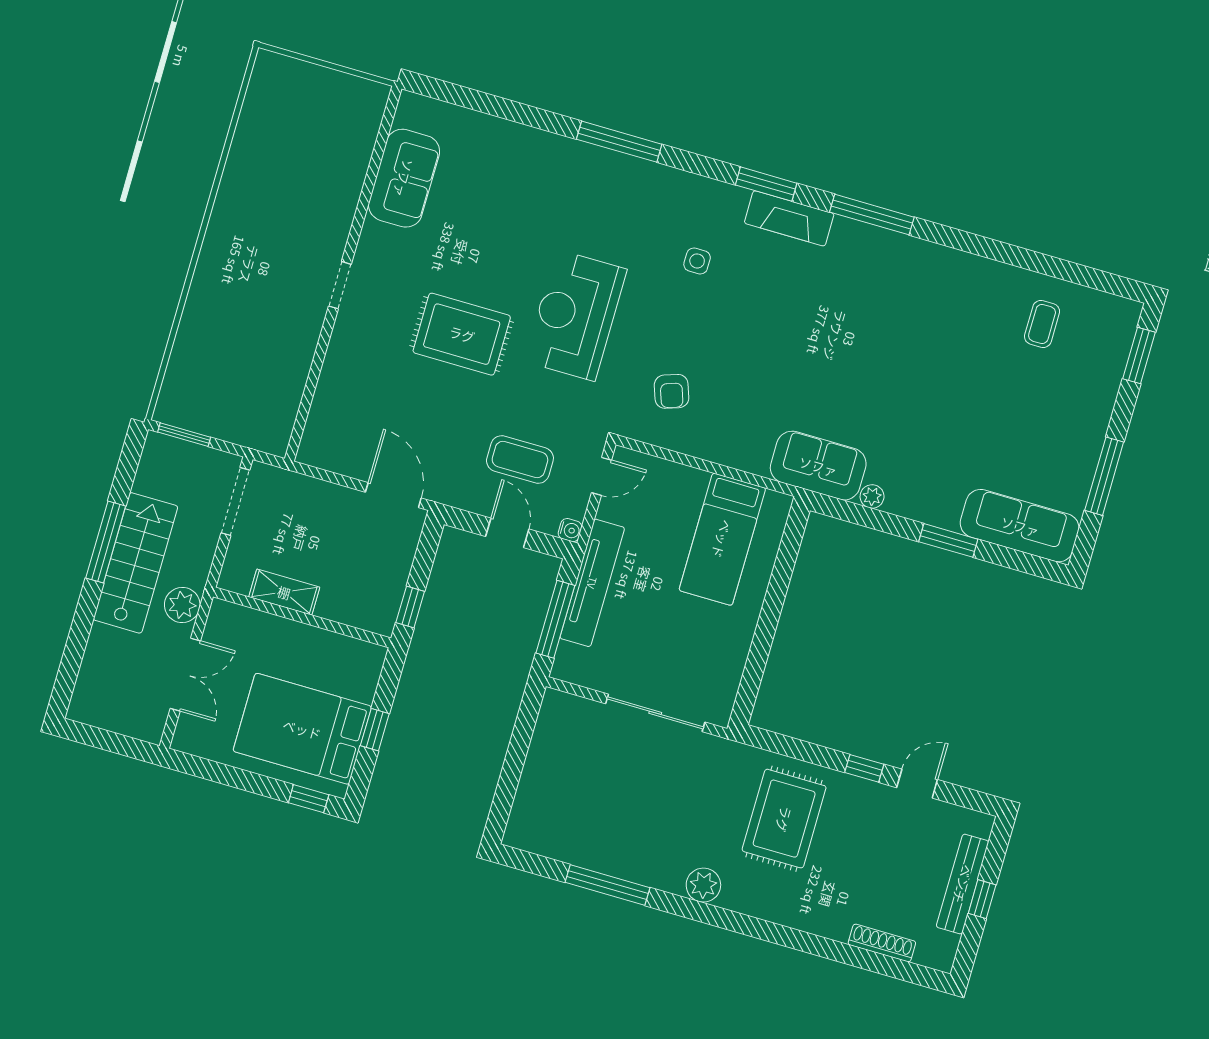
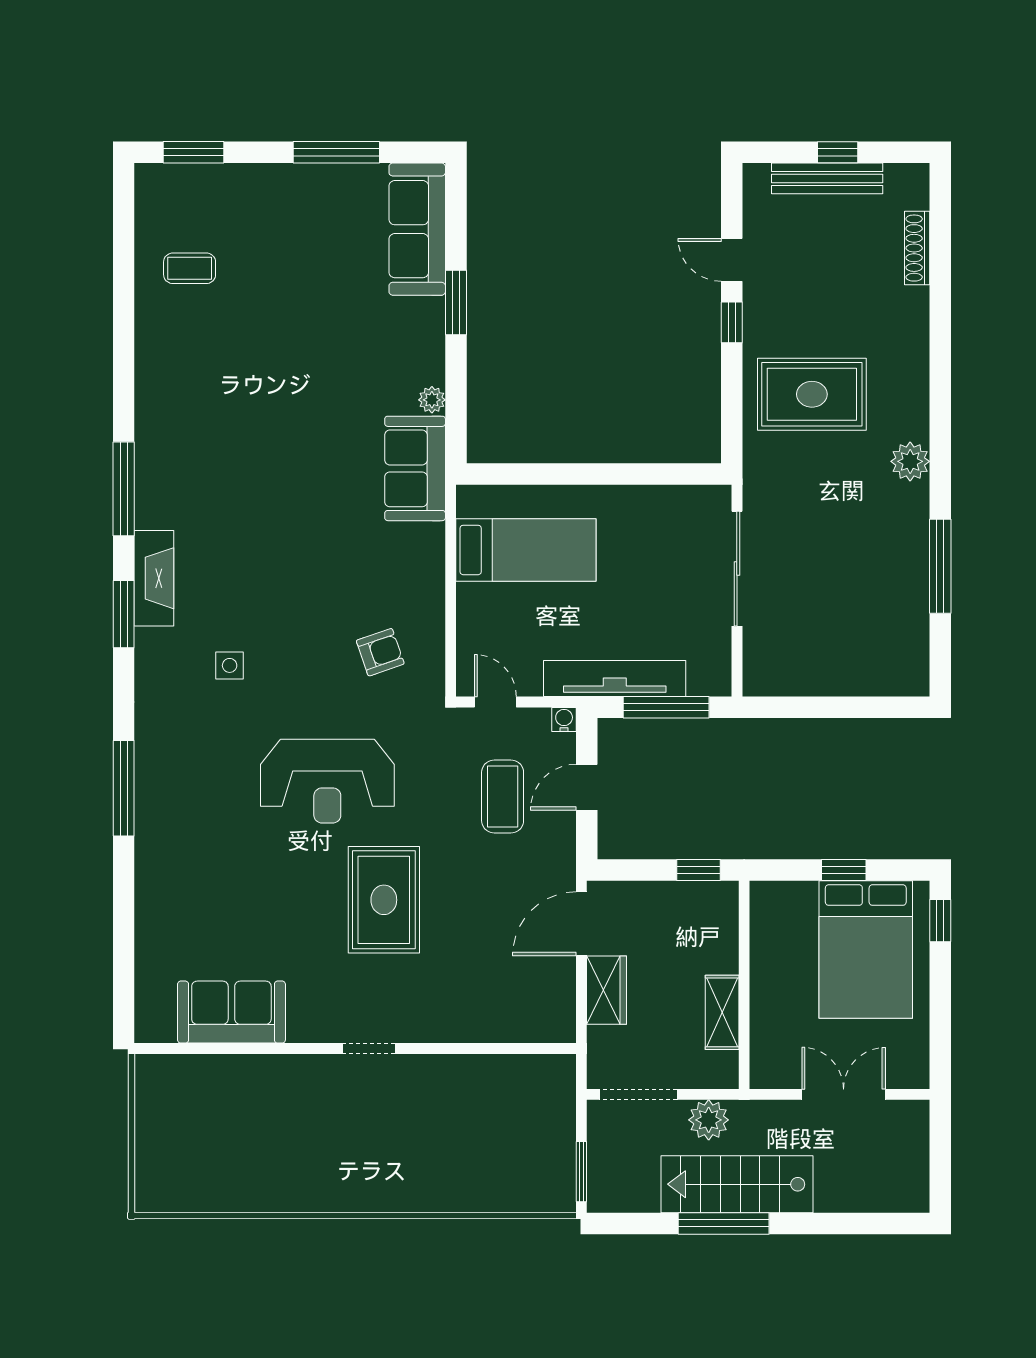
wardrobe: (331, 500) -> (607, 990), added
plant: (182, 605) -> (709, 1120), moved

